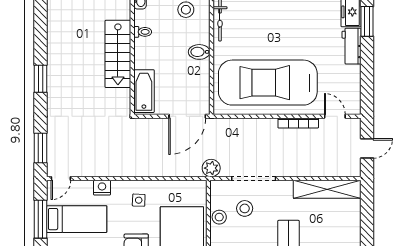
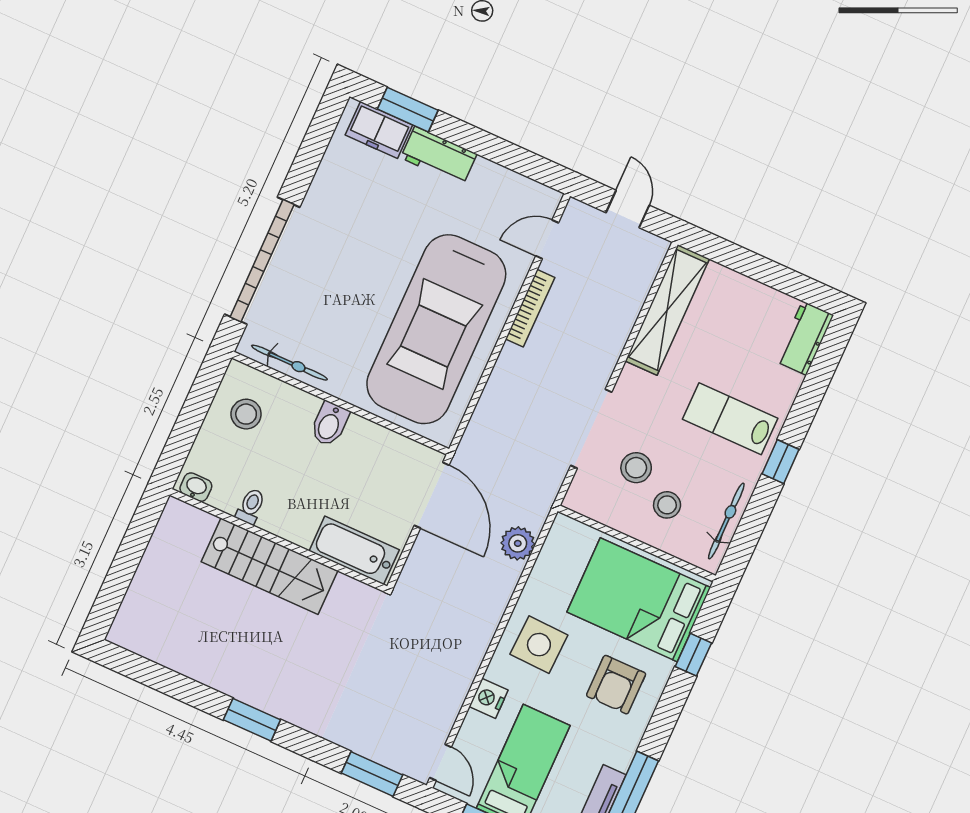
plant: (211, 168) -> (518, 543), moved
side table: (139, 200) -> (539, 645), width x1.87, depth x1.87
stool: (219, 217) -> (667, 505), moved

